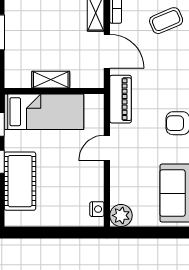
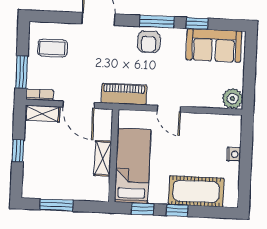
coffee table: (166, 21) -> (53, 48), turned -67
door: (107, 51) -> (79, 105), swing flipped
nightstand: (97, 209) -> (234, 154), moved, turned 90

